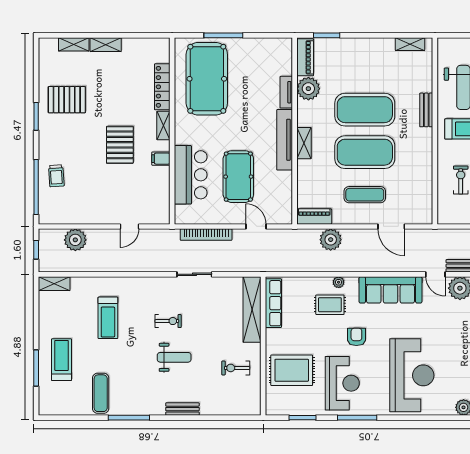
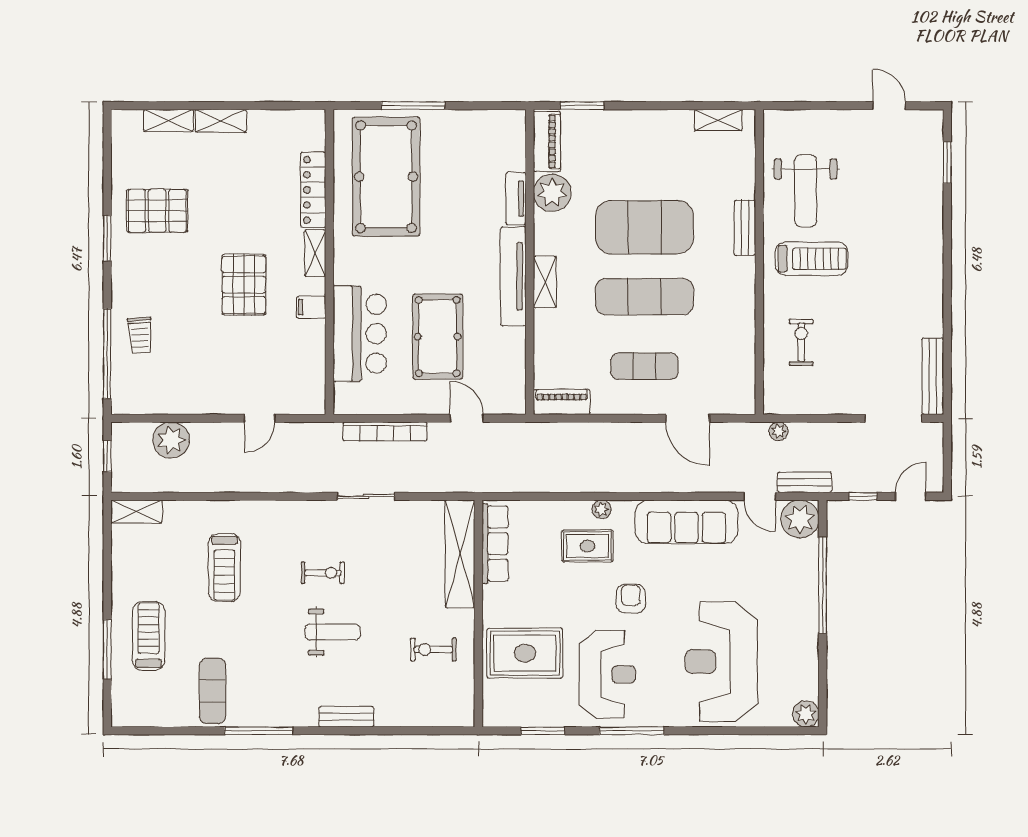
exercise mat: (365, 152) -> (644, 297), width x0.68
plant: (331, 240) -> (778, 431), moved, width x0.53, depth x0.53
reception desk: (412, 375) -> (721, 662), turned 180

